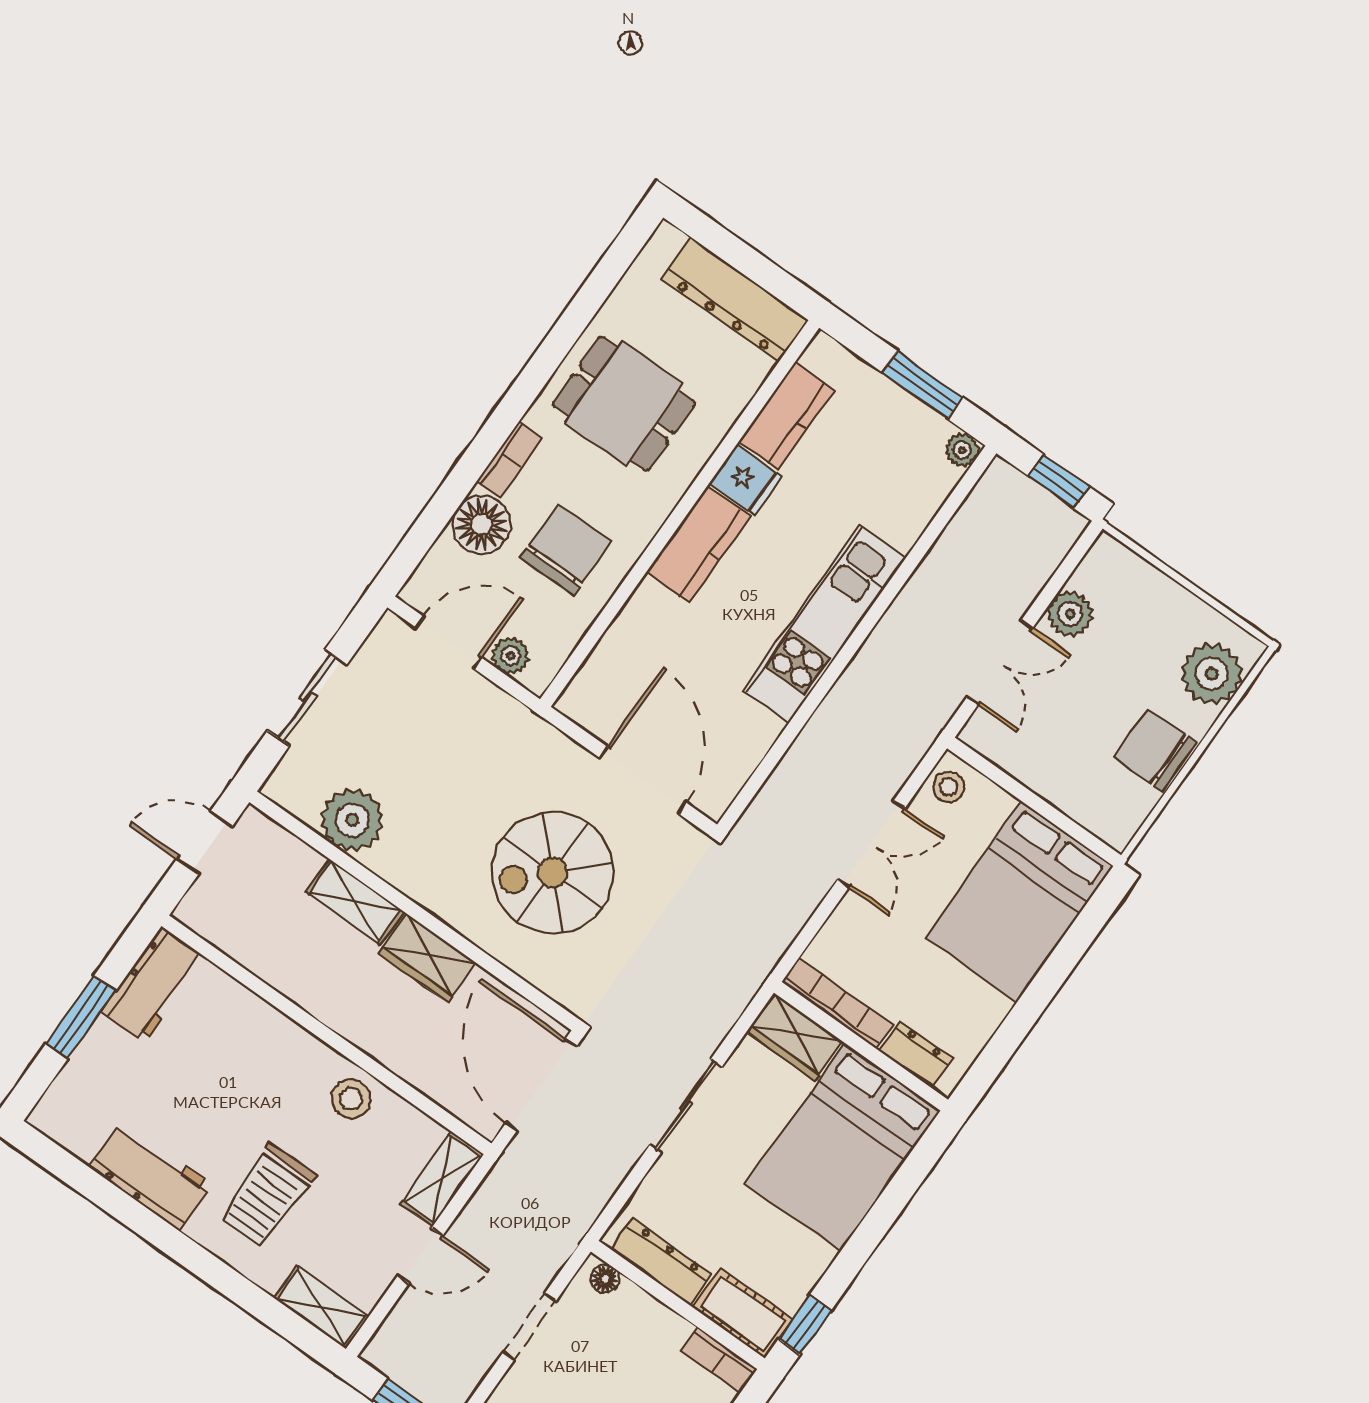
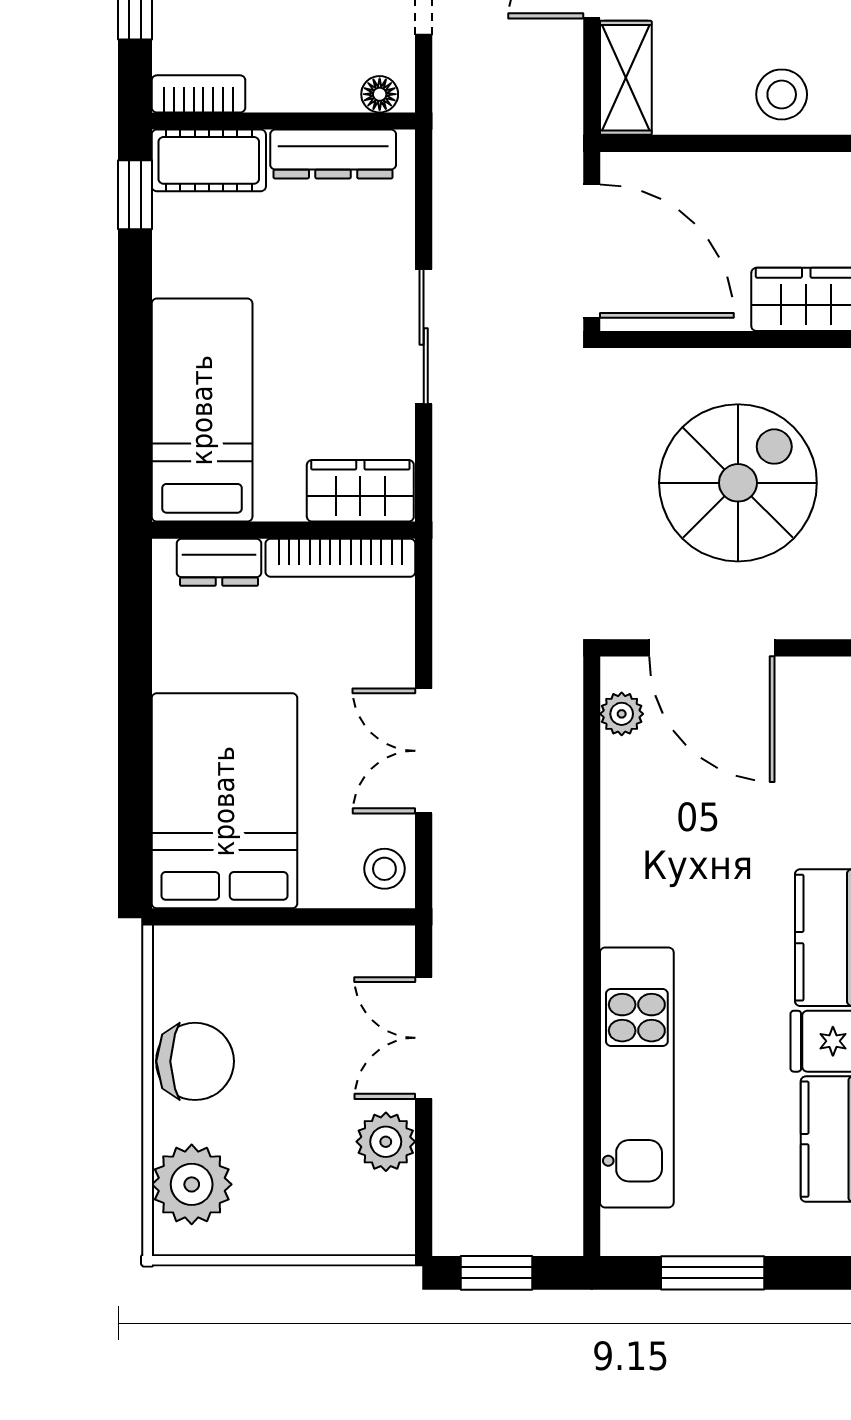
plant: (962, 450) -> (622, 714), moved
kitchen unit: (824, 624) -> (637, 1077), moved
bed: (843, 1147) -> (202, 410), width x0.67

